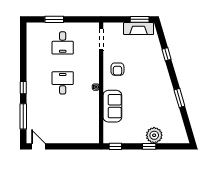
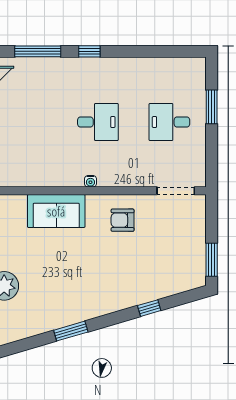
fireplace: (139, 29) -> (195, 258), removed

